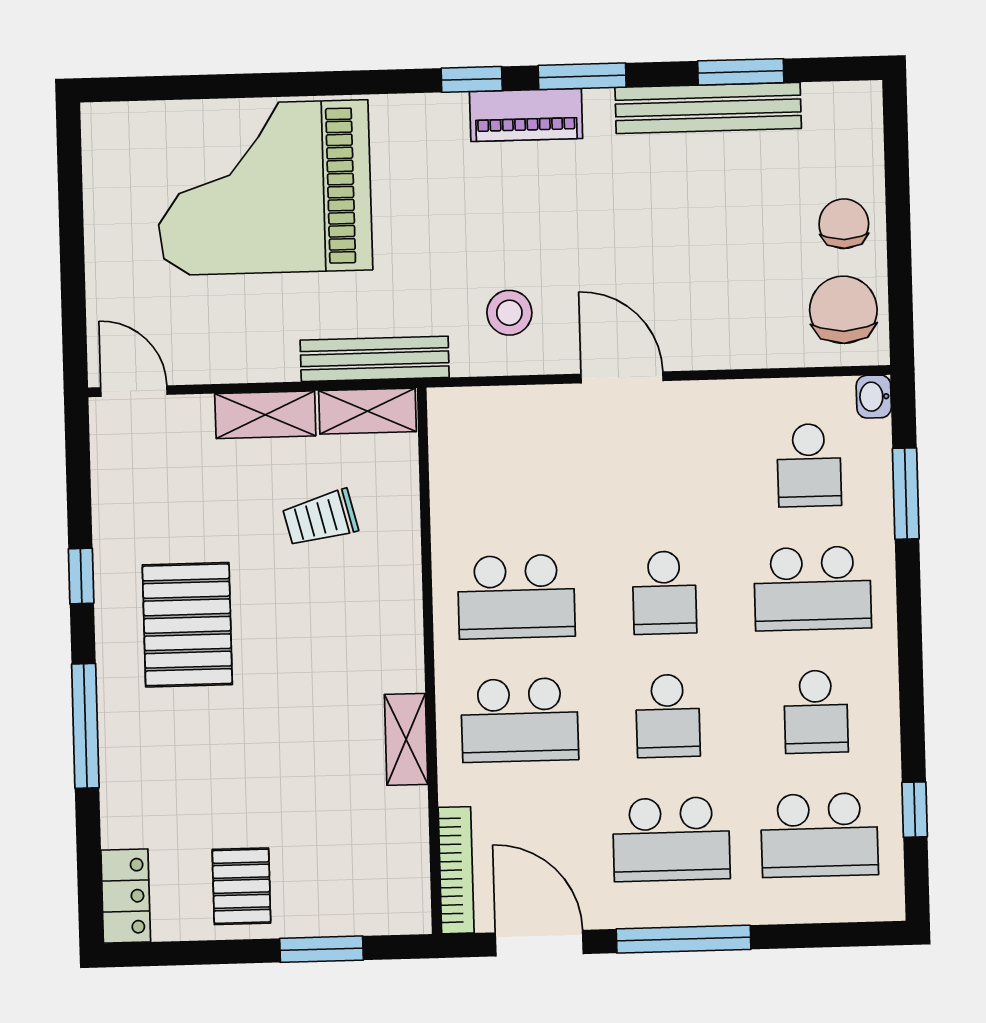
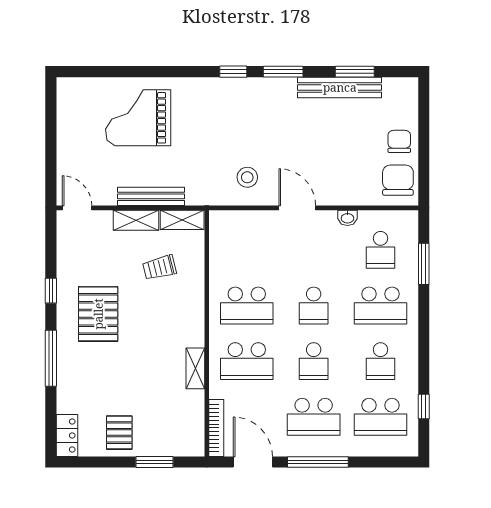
piano: (526, 115) -> (257, 88), removed
grand piano: (264, 188) -> (138, 118), width x0.73, depth x0.68
bench: (375, 359) -> (151, 196), moved
washbasin: (874, 397) -> (347, 218), moved, turned -90

